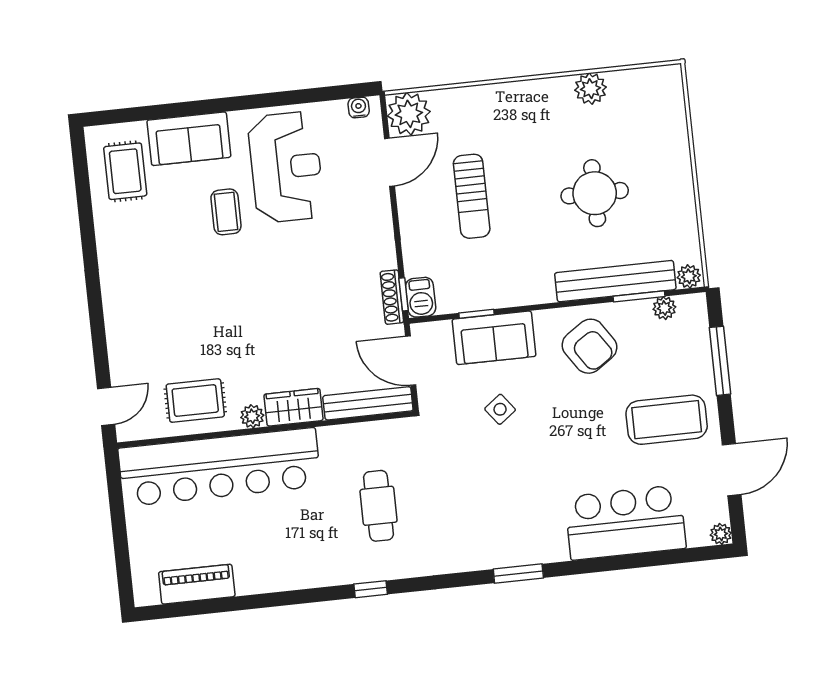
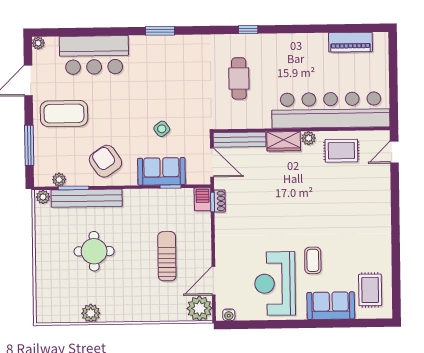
shoe rack: (392, 297) -> (220, 201), width x0.70

